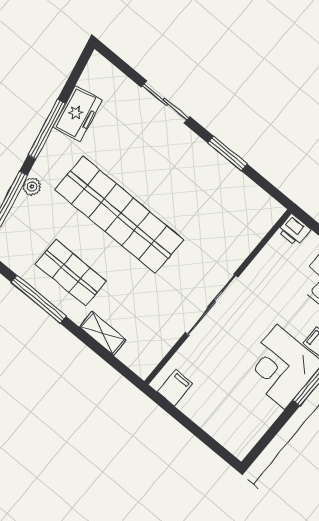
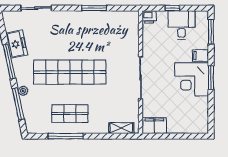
sliding door: (166, 102) -> (36, 8), moved
shelving: (103, 333) -> (121, 128), moved
filing cabinet: (175, 388) -> (154, 126), width x2.00

